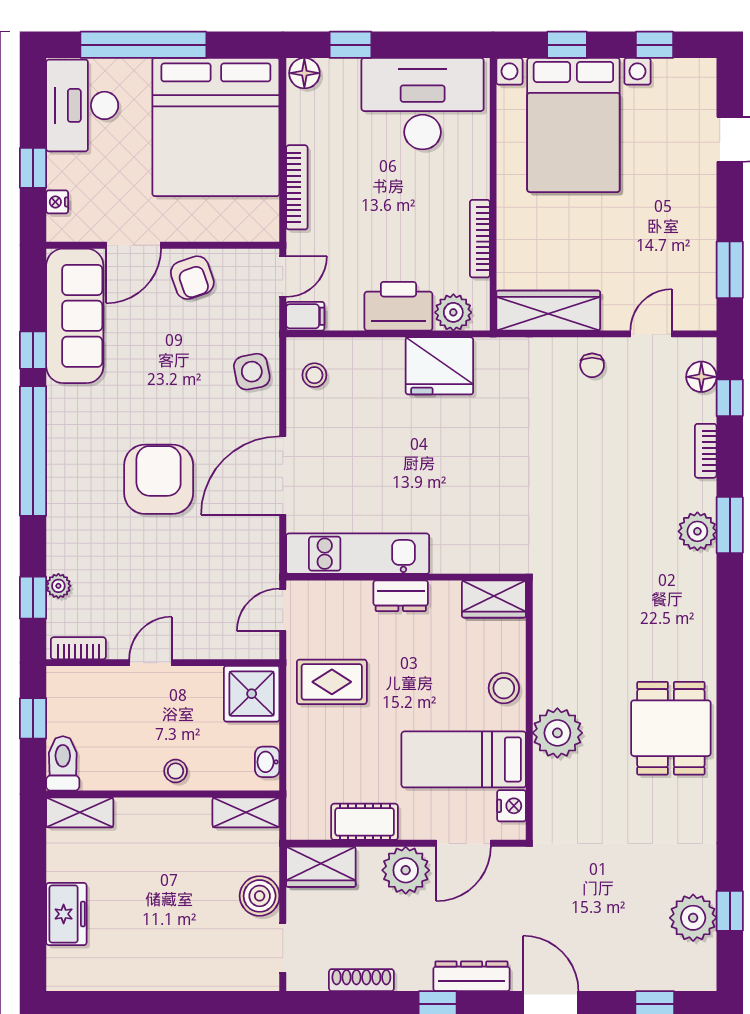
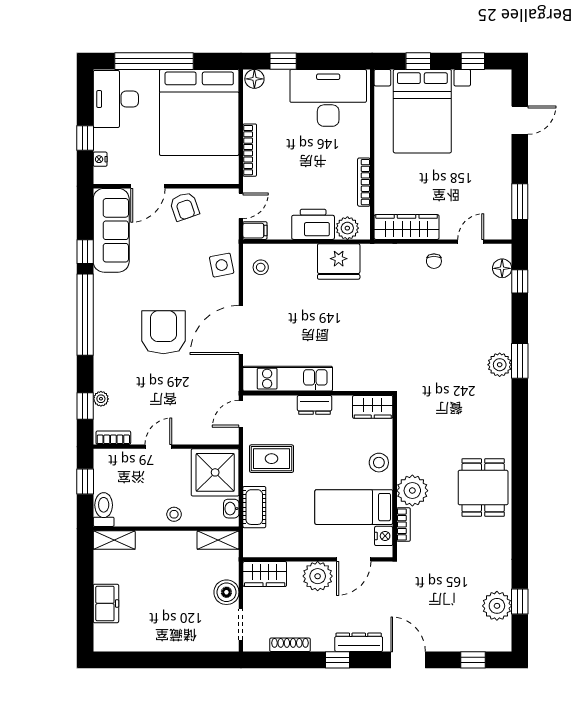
bookcase: (706, 451) -> (403, 525), moved, turned 180
shower: (252, 694) -> (215, 472), width x1.37, depth x1.37
cot: (365, 822) -> (254, 507), moved, turned 90

